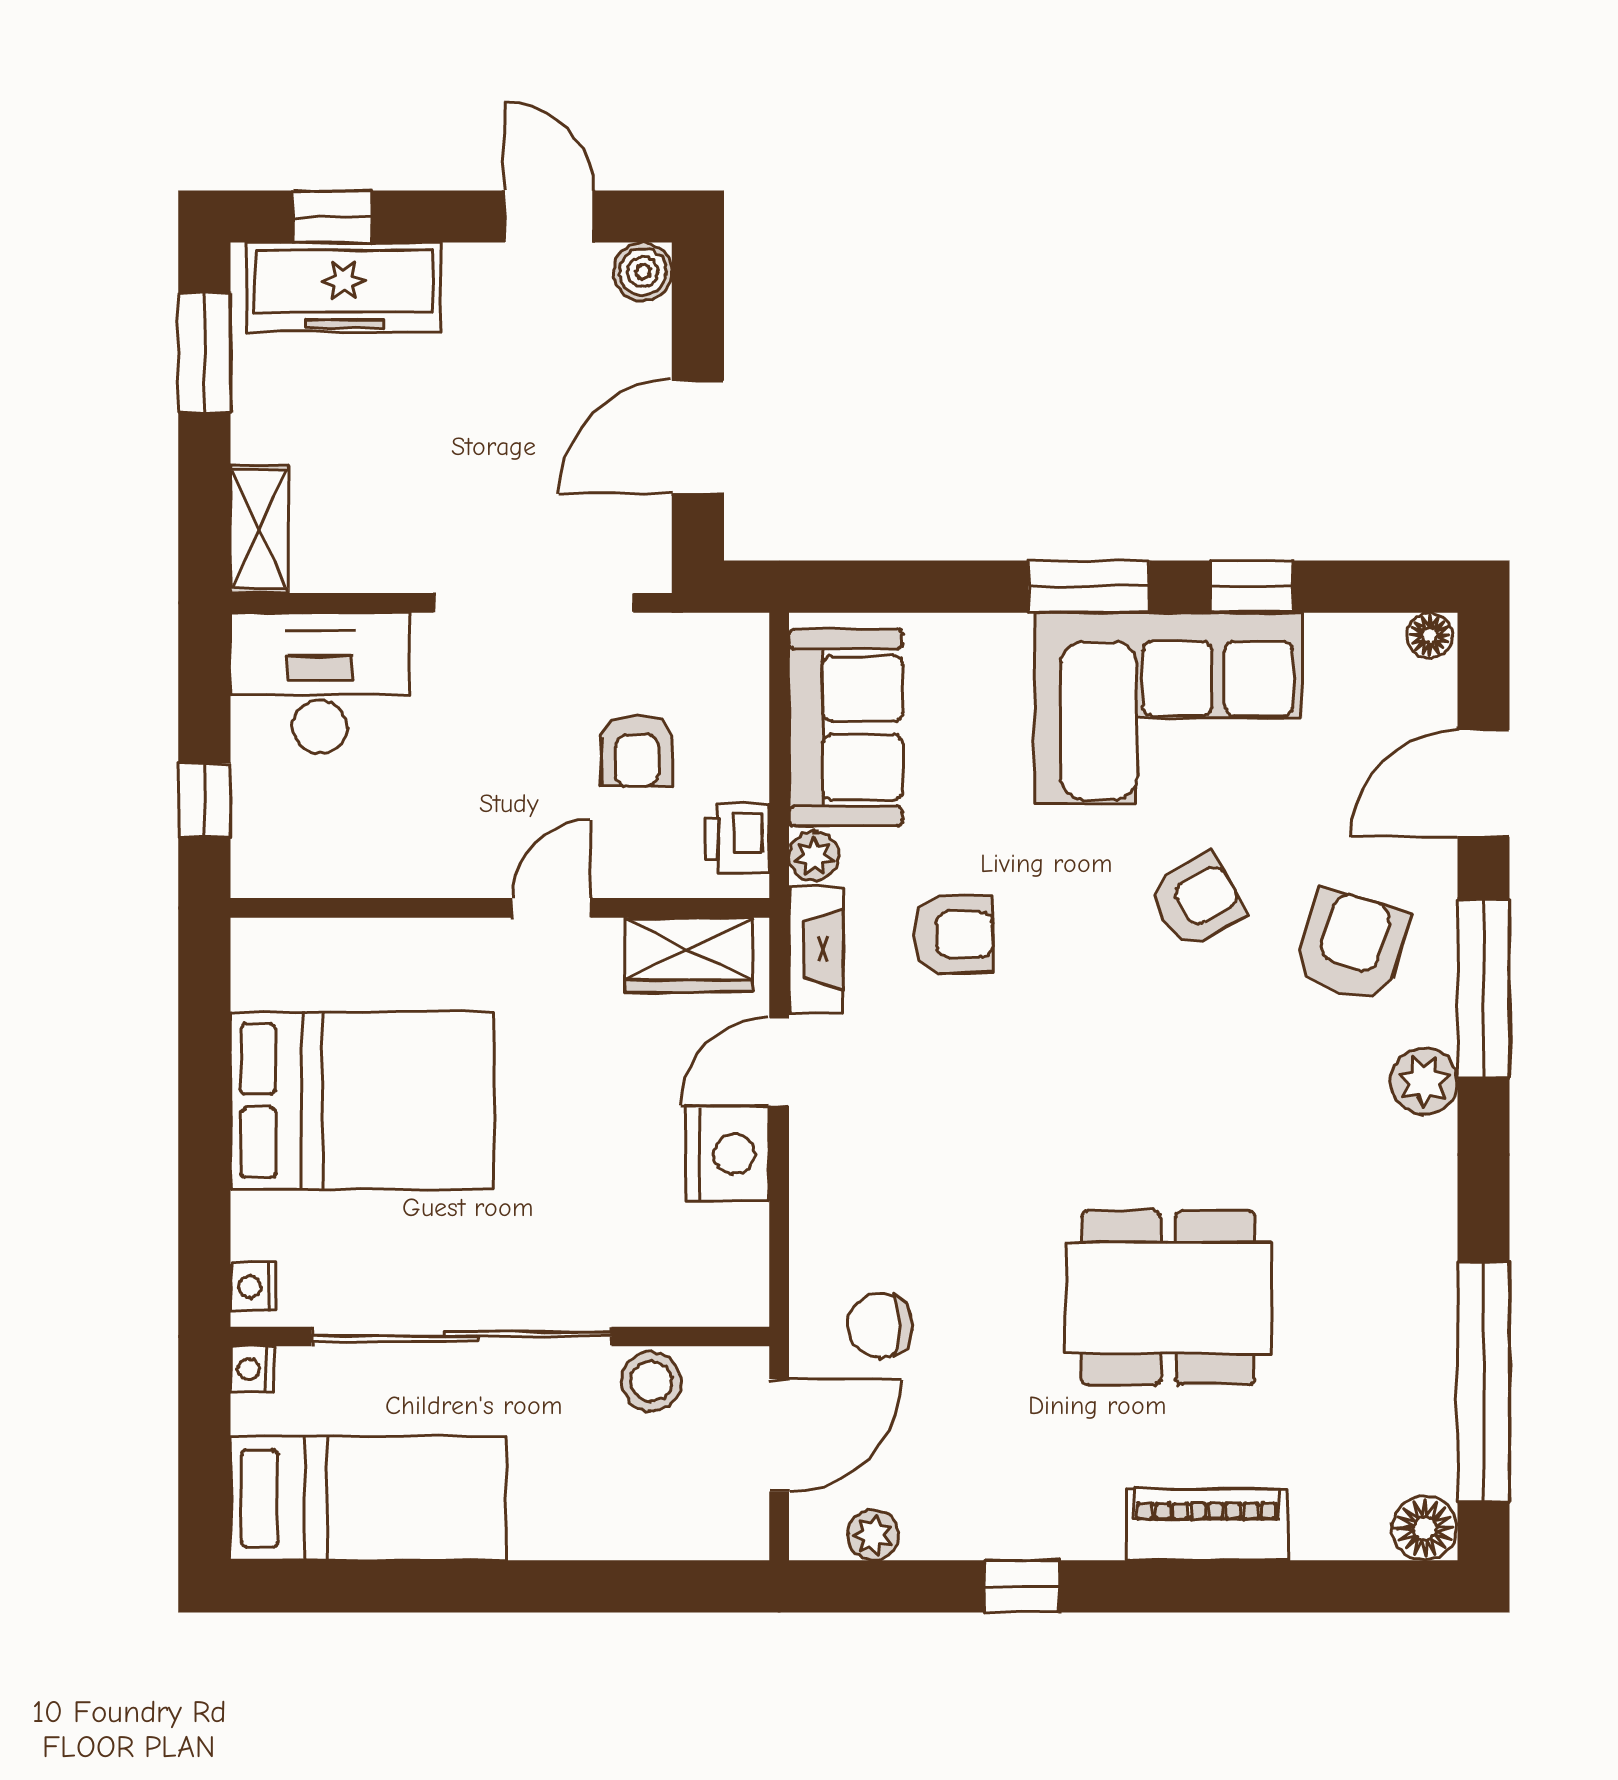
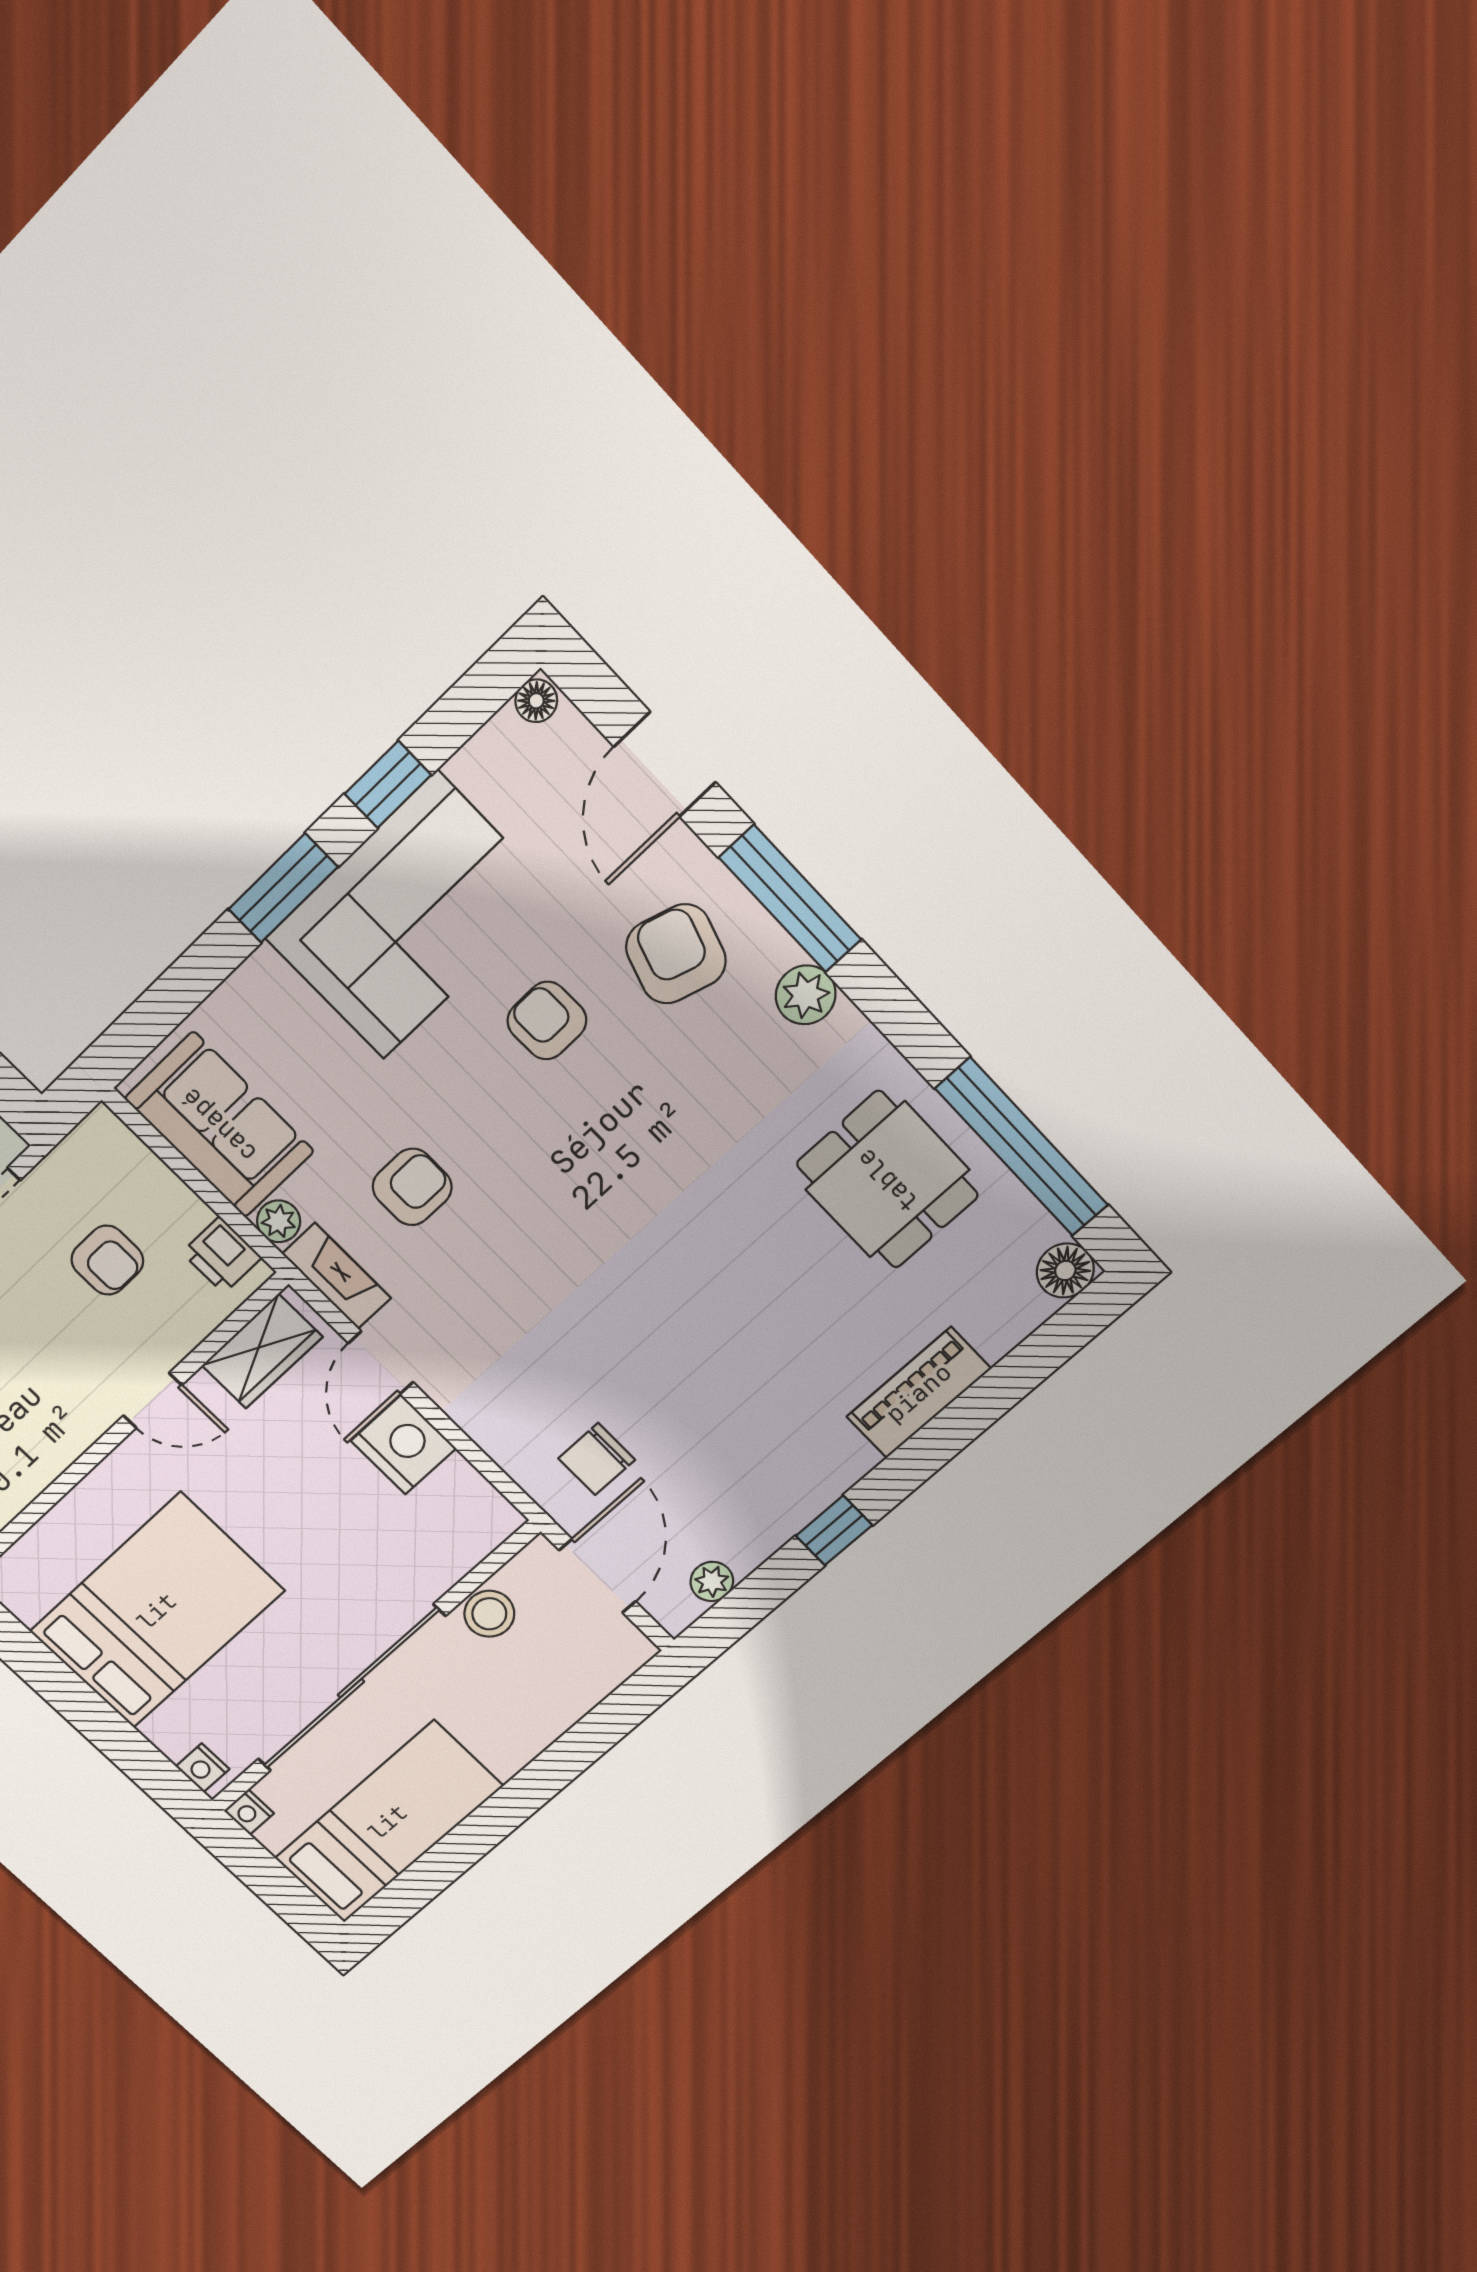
armchair: (1197, 901) -> (547, 1021), turned -61
door: (551, 908) -> (153, 1400), swing flipped
dining table: (1168, 1298) -> (887, 1180), moved, width x0.73

